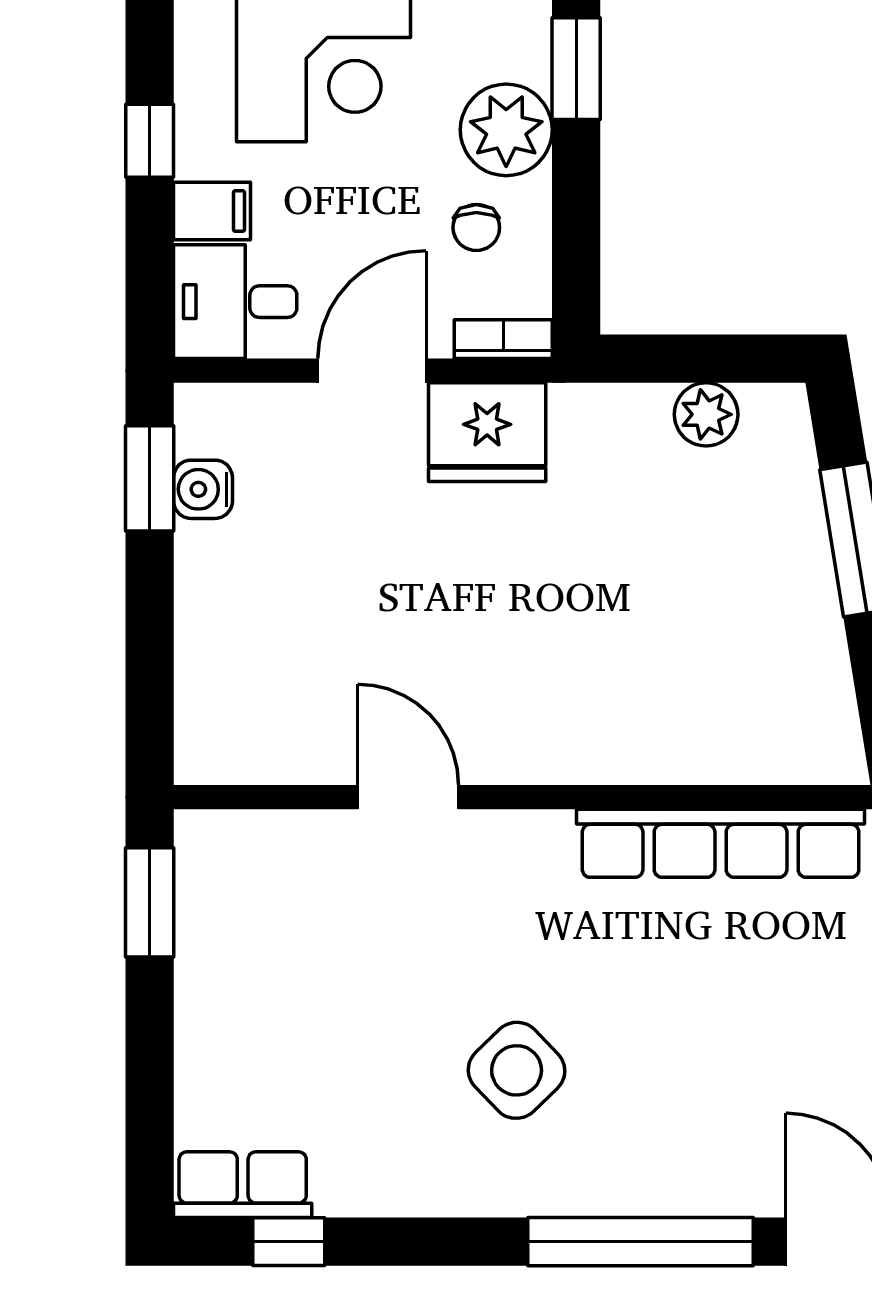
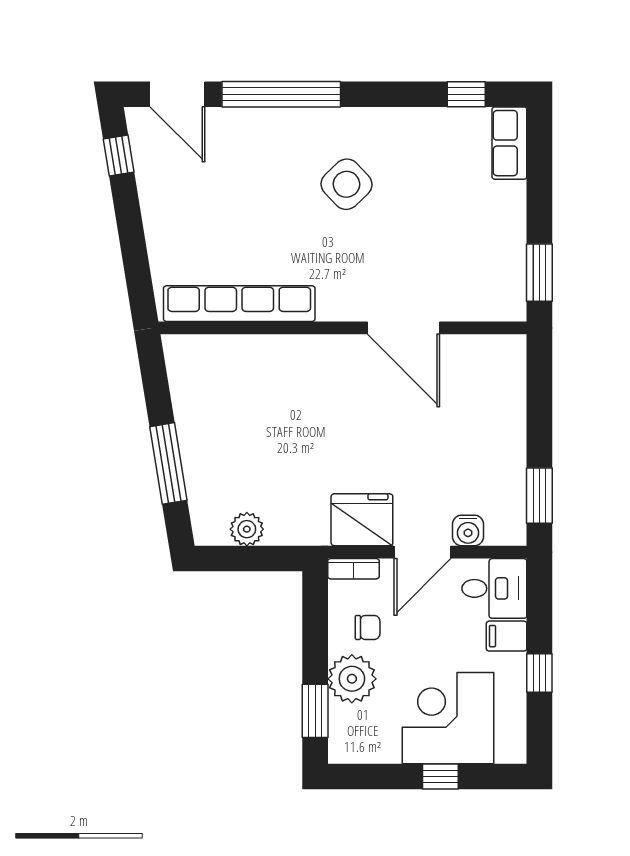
chair: (476, 227) -> (368, 627), turned 90
water cooler: (203, 489) -> (468, 530), moved, turned 90
door: (408, 797) -> (403, 328), width x1.36
row of seats: (243, 1185) -> (509, 143), moved, turned 90

